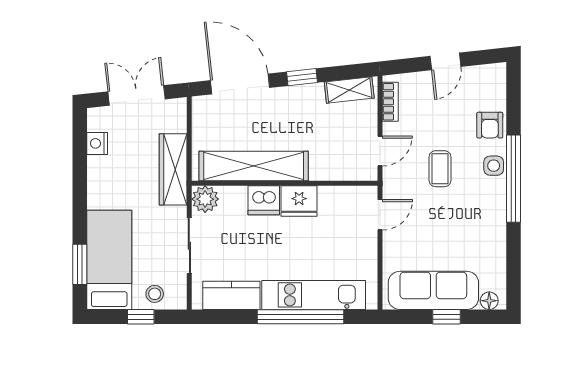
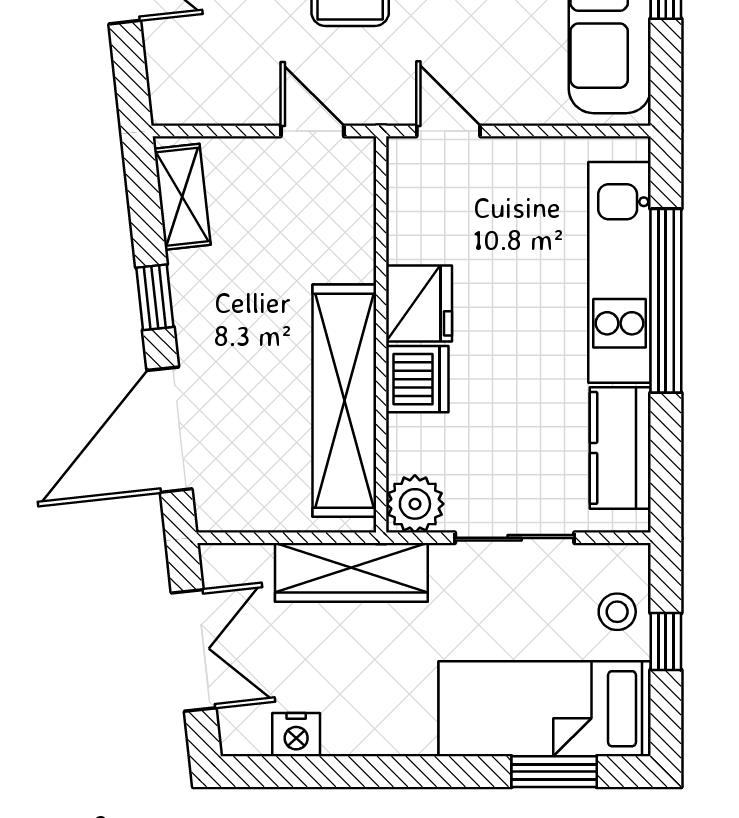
double door: (137, 95) -> (194, 650), swing flipped
bookcase: (390, 102) -> (207, 109), removed

